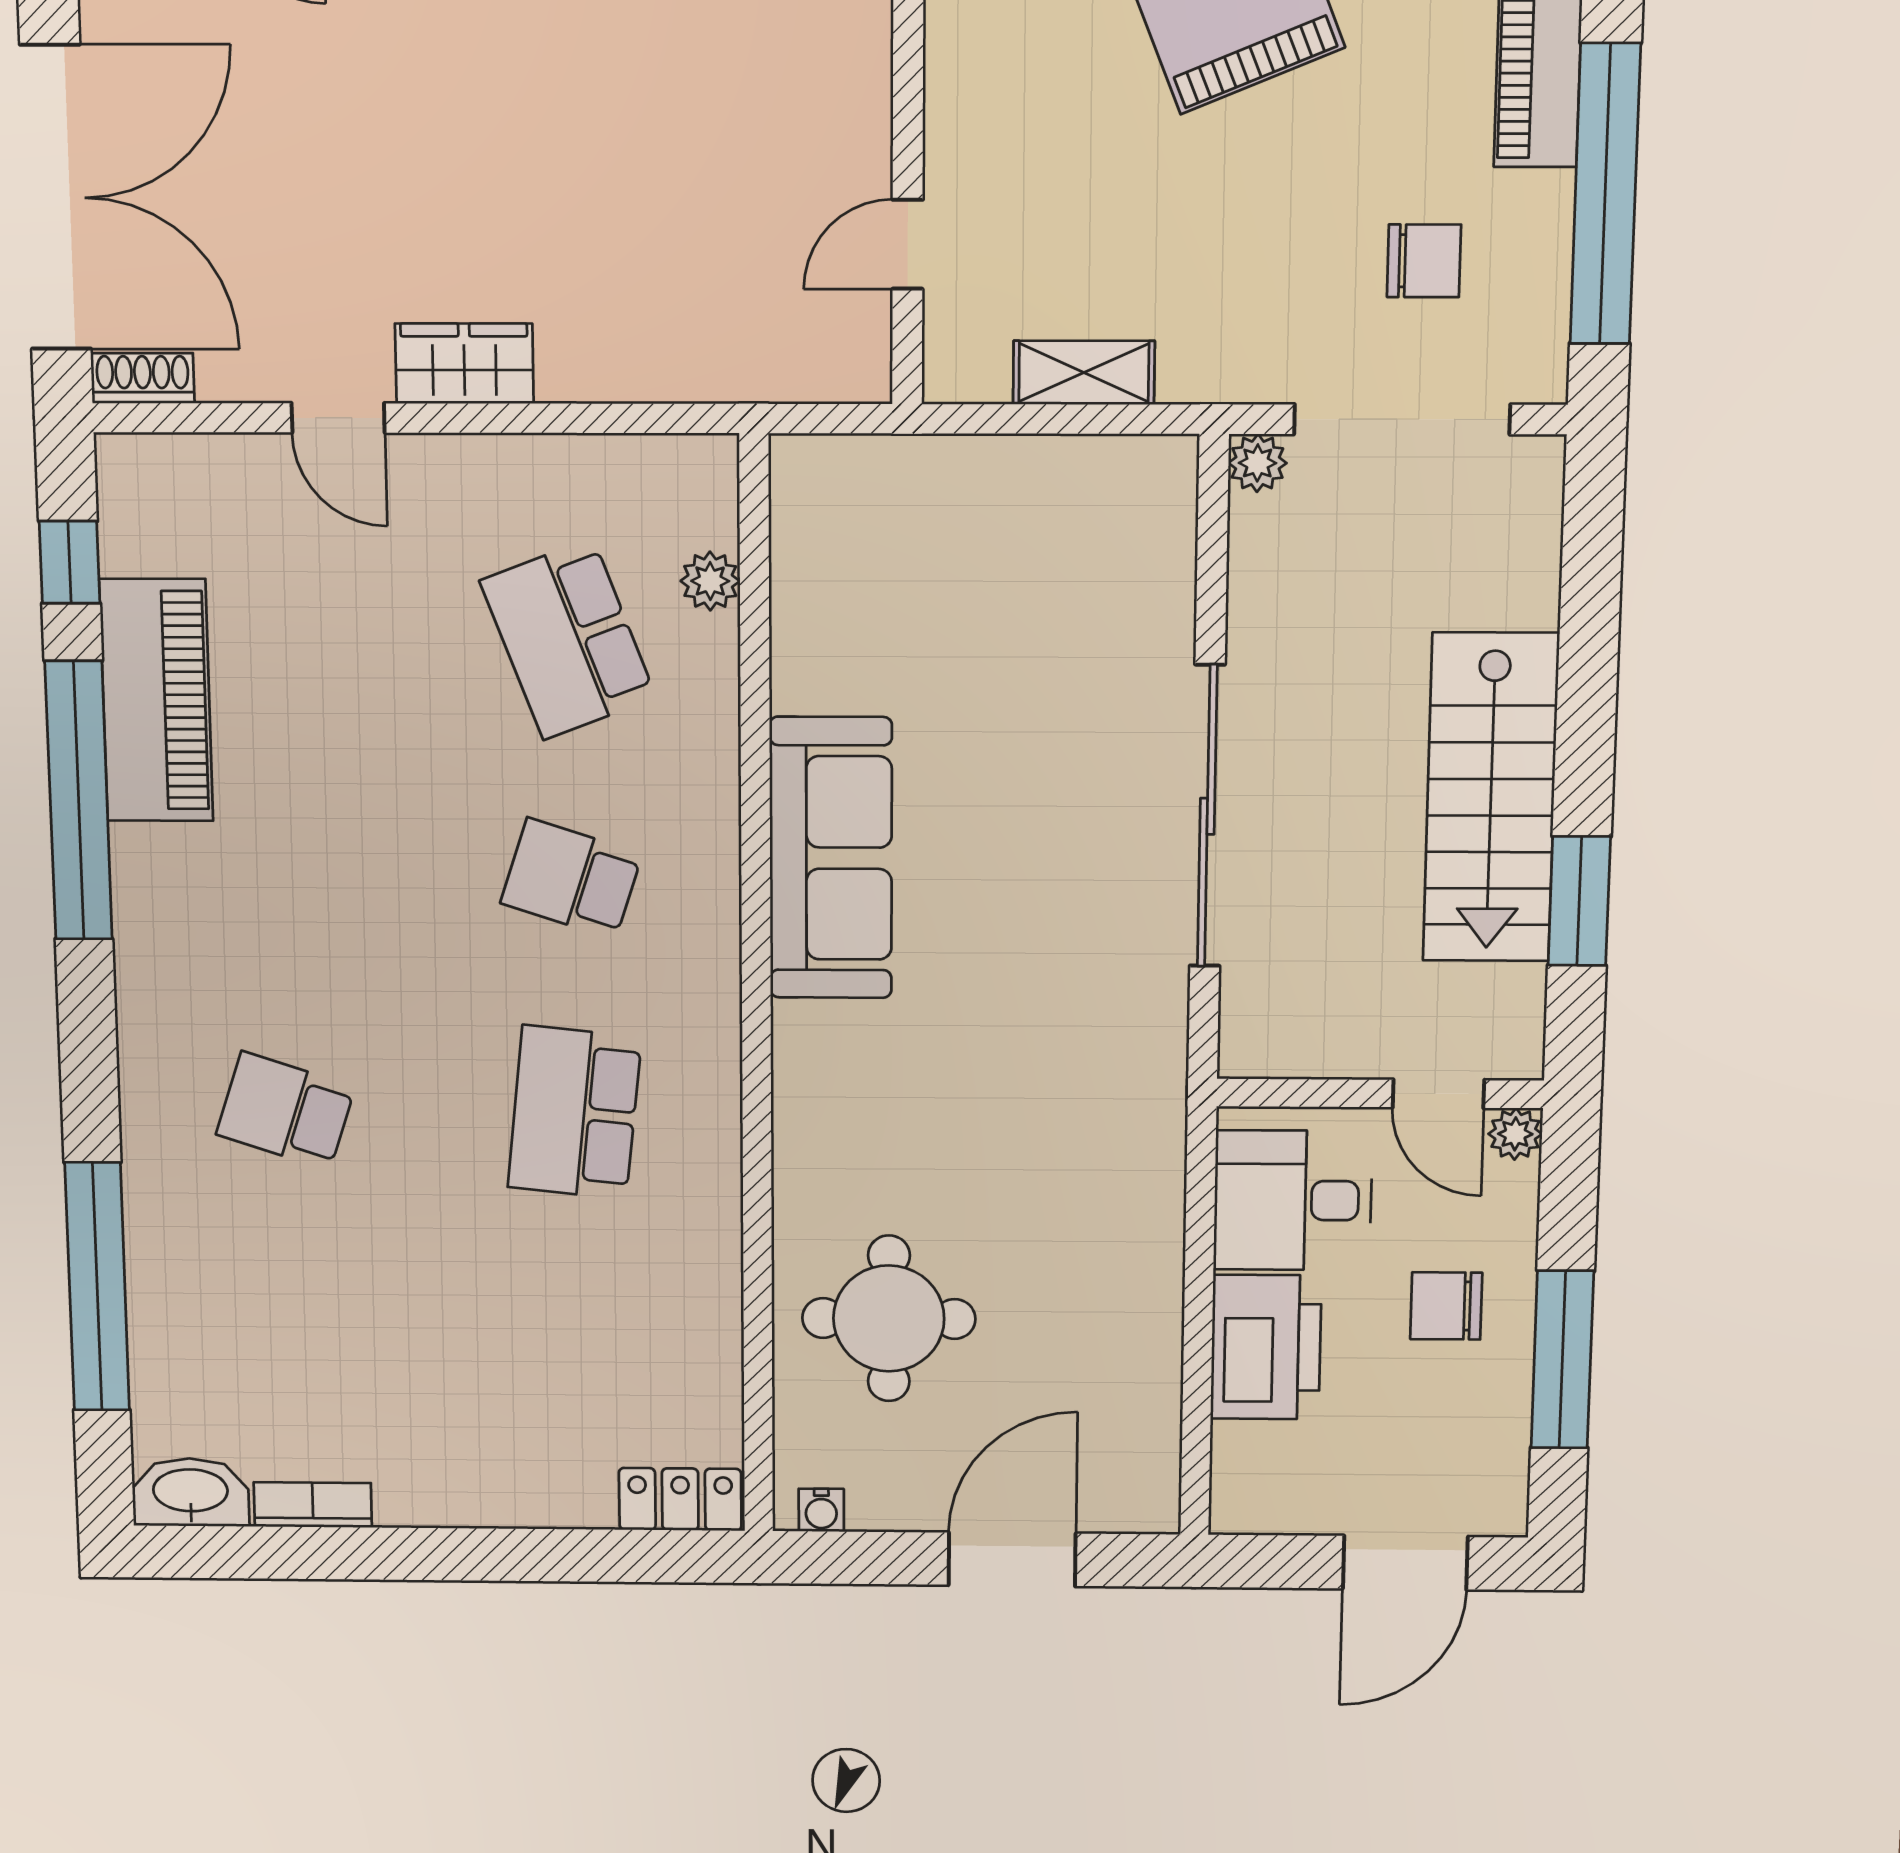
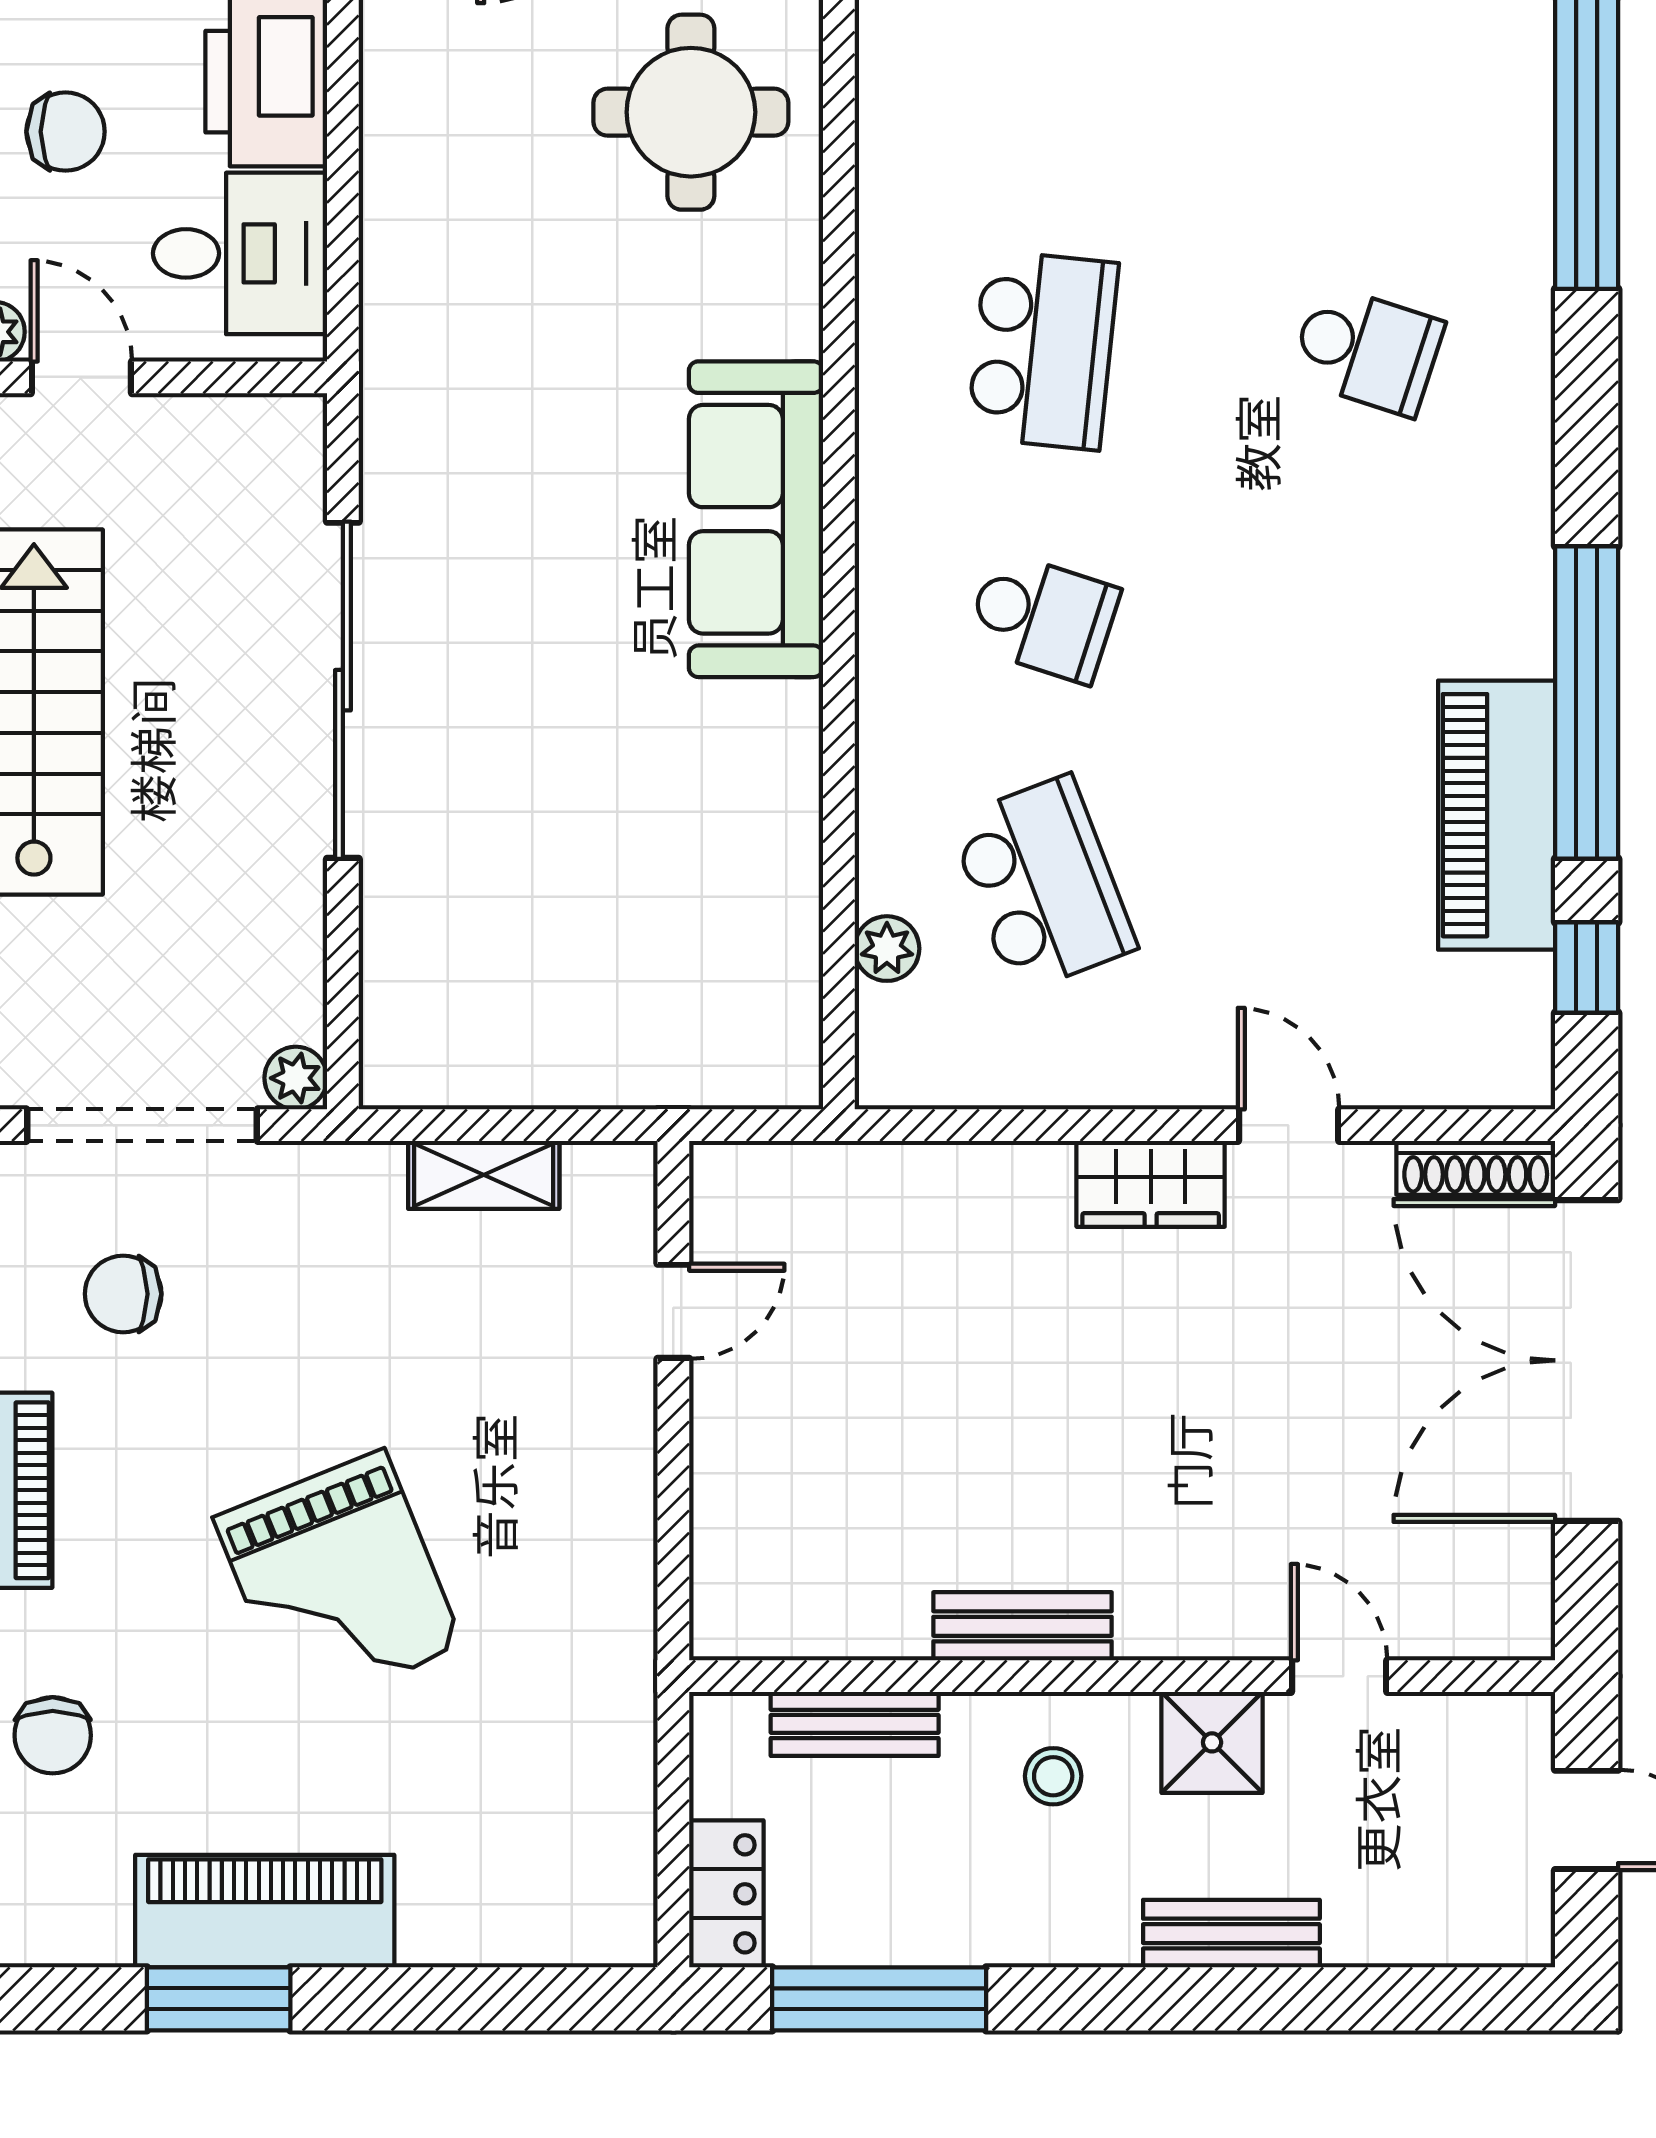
shoe rack: (143, 378) -> (1476, 1168), width x1.43
sofa: (831, 858) -> (756, 519), moved

